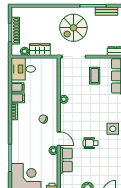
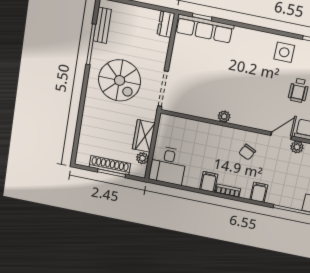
coffee table: (95, 76) -> (197, 63), removed
filing cabinet: (17, 87) -> (259, 192), moved

